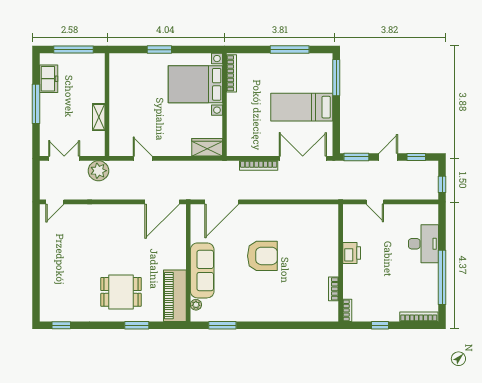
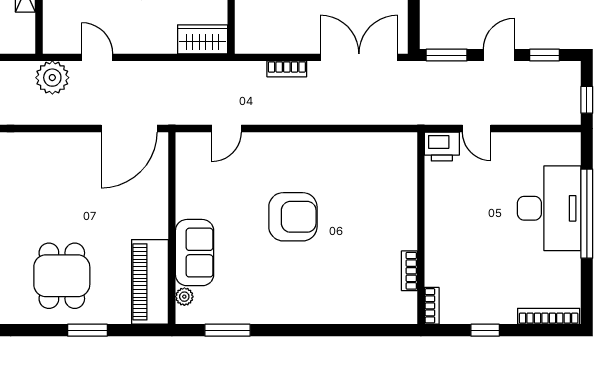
bookcase: (259, 165) -> (287, 69), width x0.64
plant: (98, 171) -> (52, 78), moved
door: (222, 202) -> (227, 129), width x0.53
desk: (424, 244) -> (549, 208), width x1.36, depth x1.30
printer: (352, 253) -> (442, 147), moved, turned 90
sofa: (202, 270) -> (195, 253), width x0.73
window: (442, 277) -> (587, 214), moved
dining table: (121, 292) -> (62, 276), turned 90

